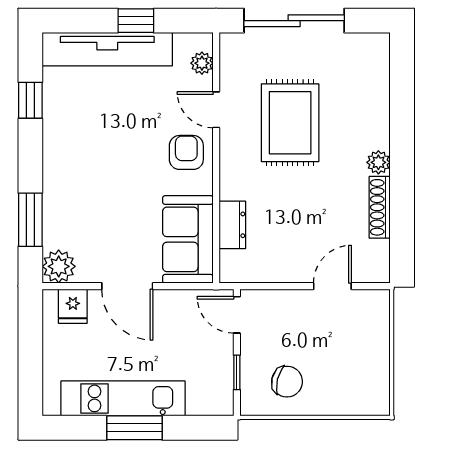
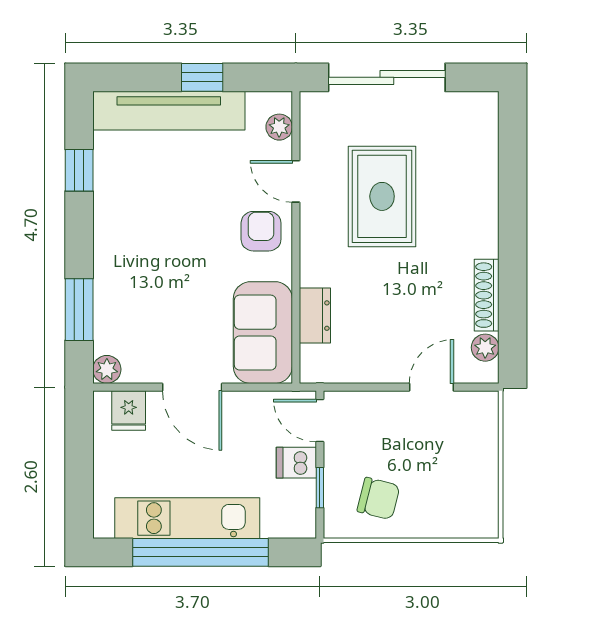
plant: (378, 162) -> (485, 348), moved
plant: (59, 266) -> (107, 369), width x0.73, depth x0.73
dishwasher: (217, 351) -> (296, 463), added
window: (134, 428) -> (200, 552), width x2.11

